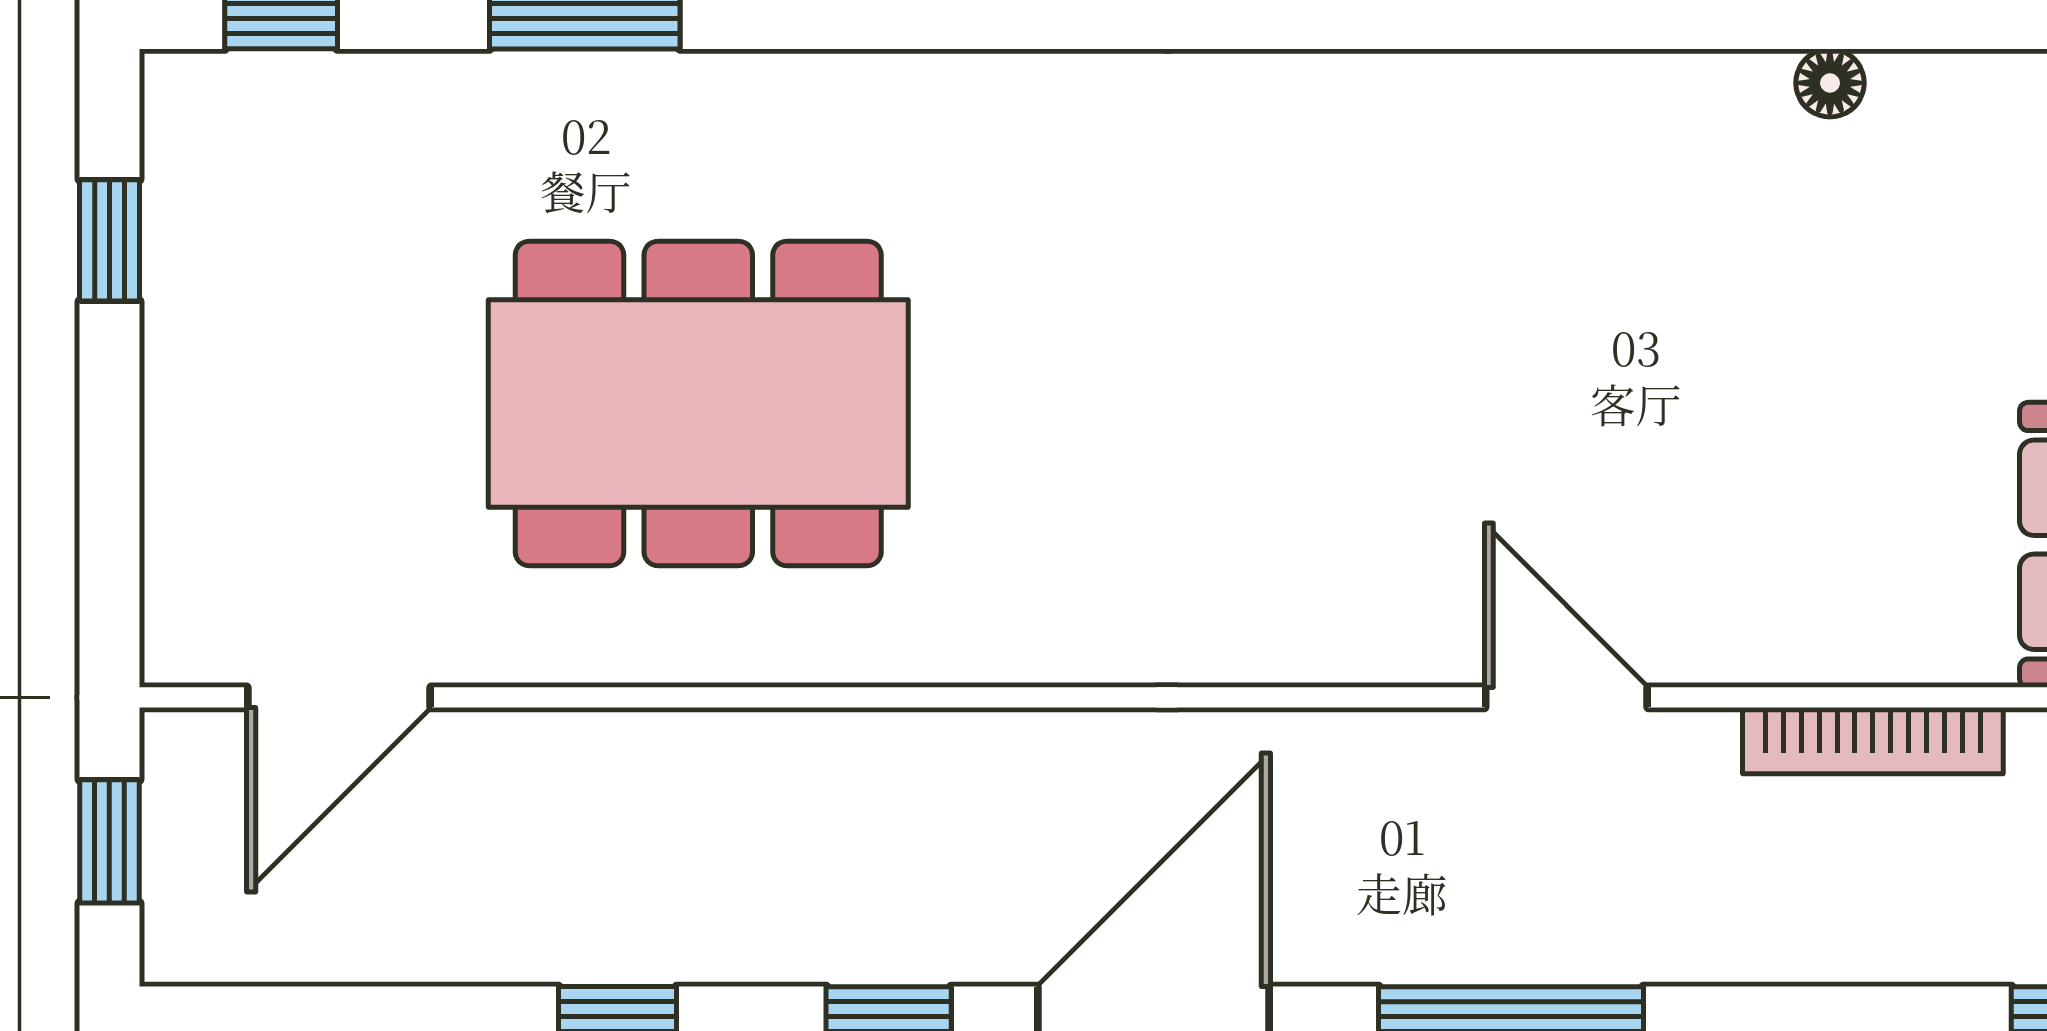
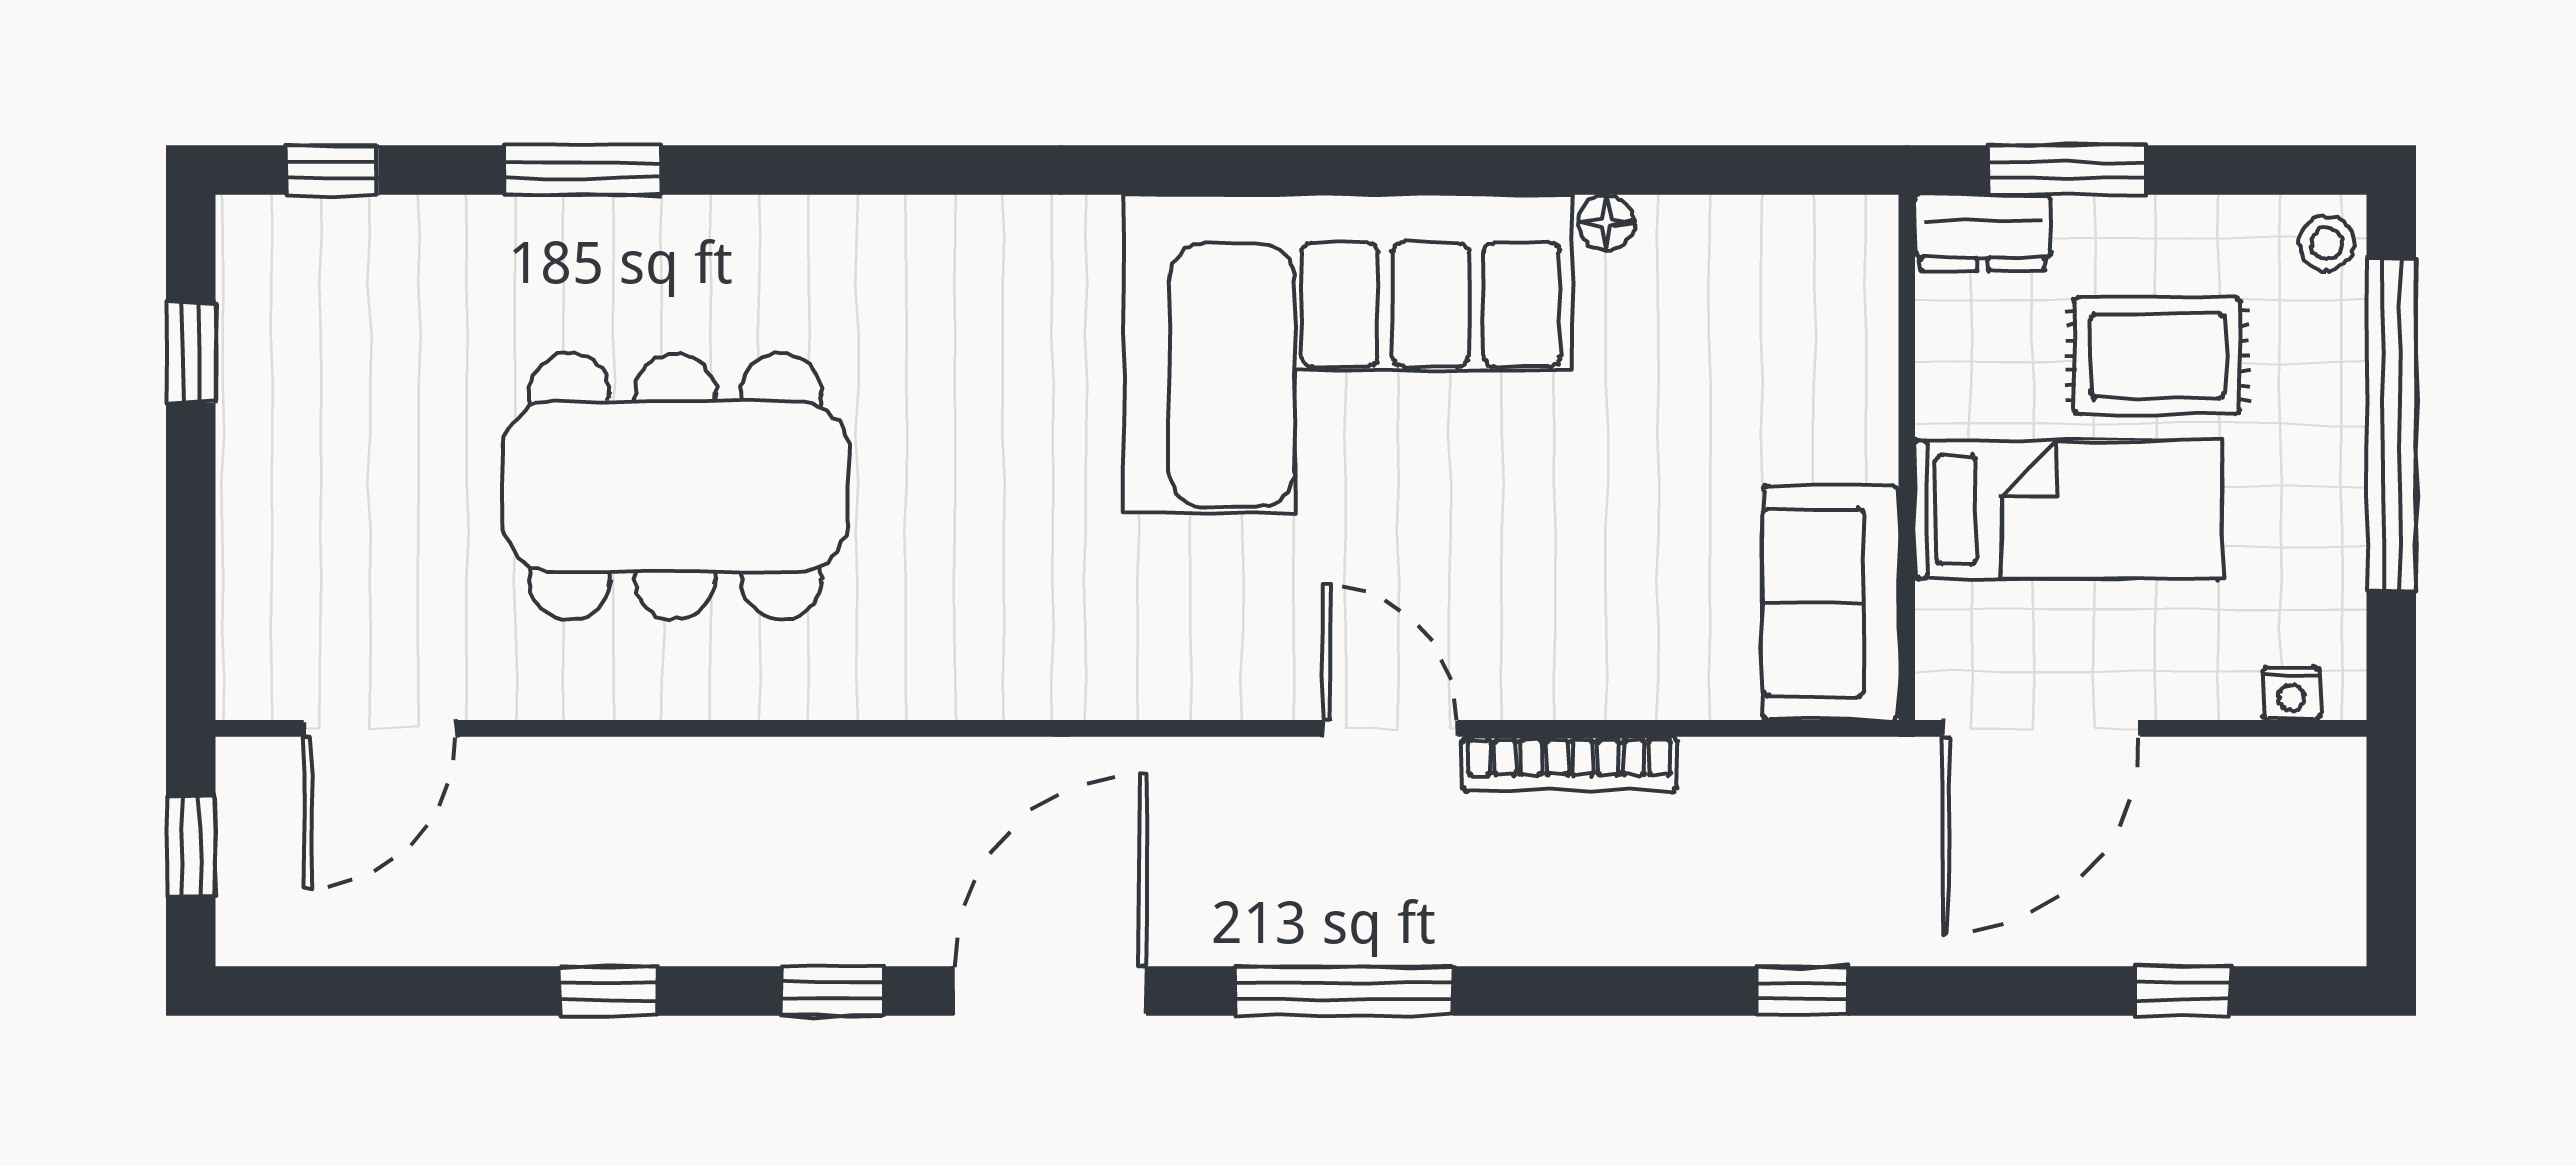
corner sofa: (1516, 243) -> (1348, 354), added
bookcase: (1873, 741) -> (1570, 764), moved

